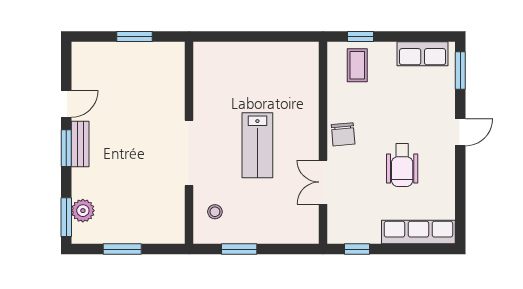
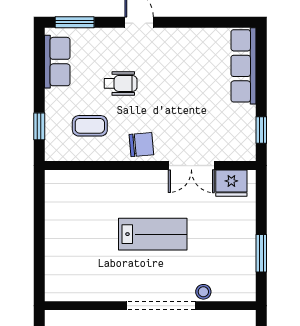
coffee table: (357, 65) -> (90, 126), moved
wheelchair: (402, 165) -> (121, 83), moved, width x0.73, depth x0.73
stool: (215, 212) -> (203, 292), moved
fridge: (306, 220) -> (231, 183), added

